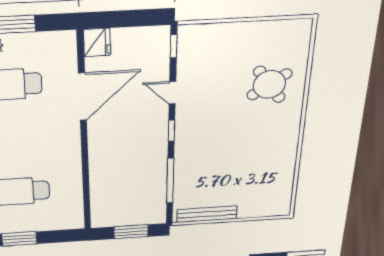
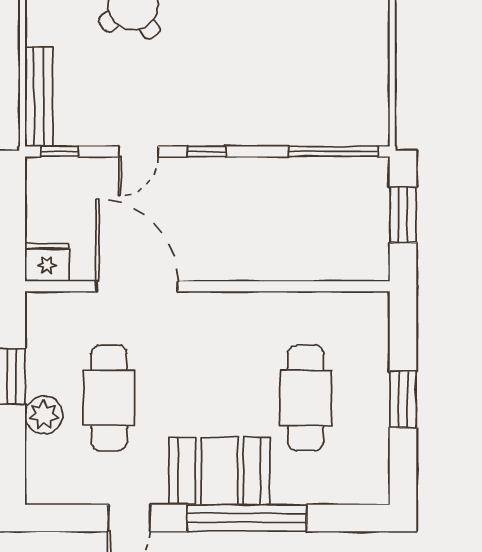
window: (170, 181) -> (333, 151), moved
bench: (207, 214) -> (39, 97), moved

